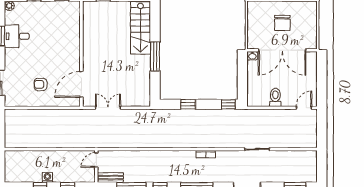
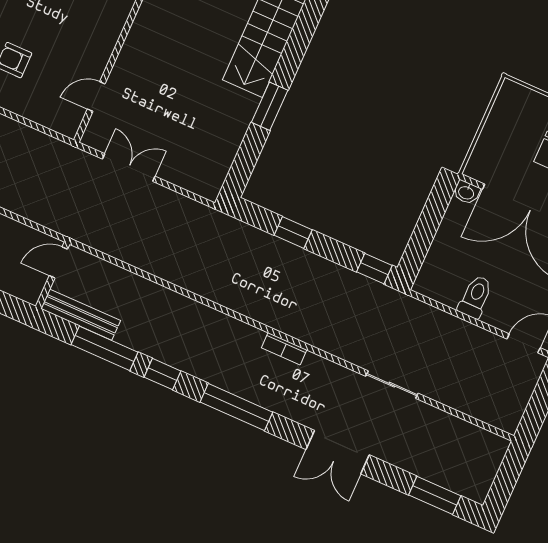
window: (155, 56) -> (270, 106), width x0.69
door: (81, 84) -> (96, 97), width x0.53
bench: (110, 178) -> (81, 315), width x1.36

